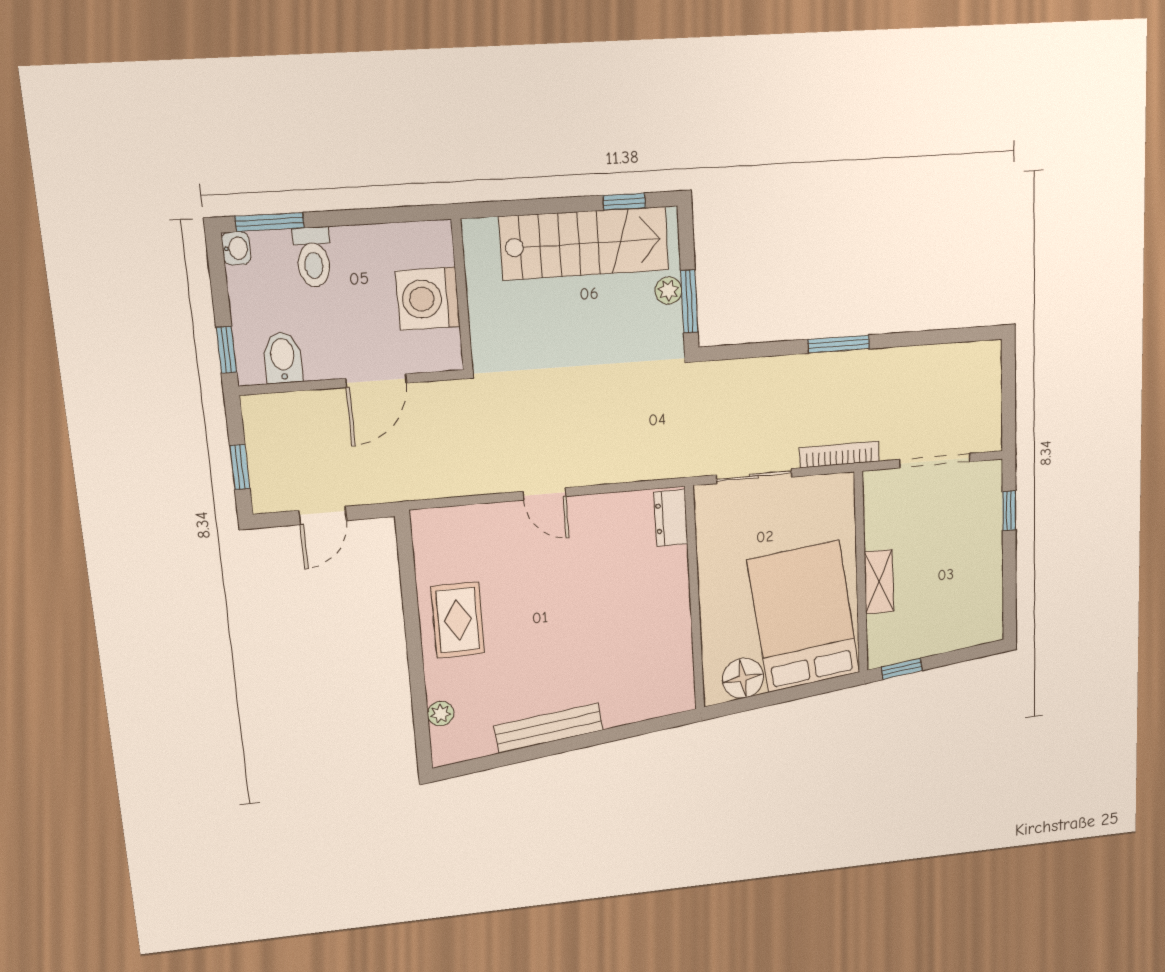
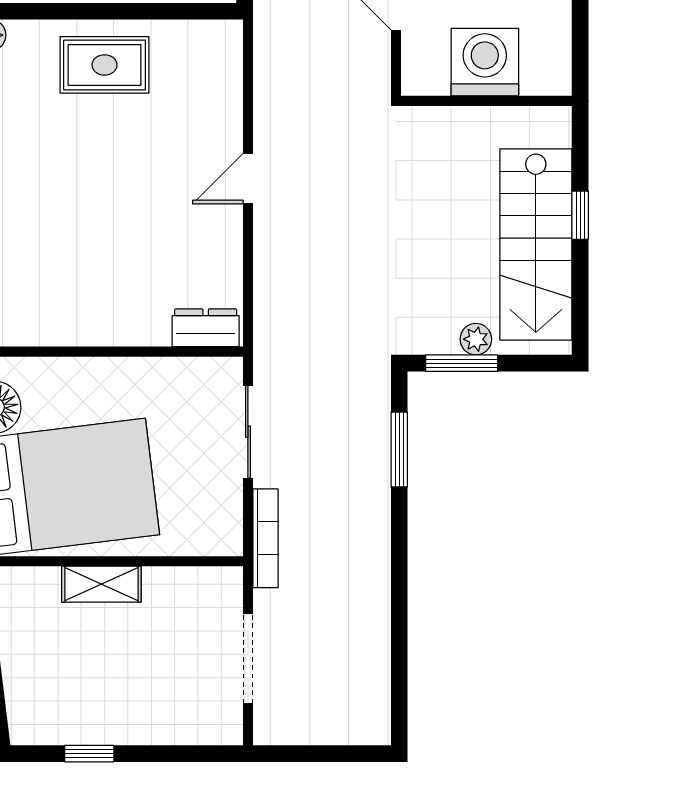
window: (624, 202) -> (580, 215), moved
window: (839, 344) -> (399, 449), moved
window: (1009, 511) -> (89, 754), moved

